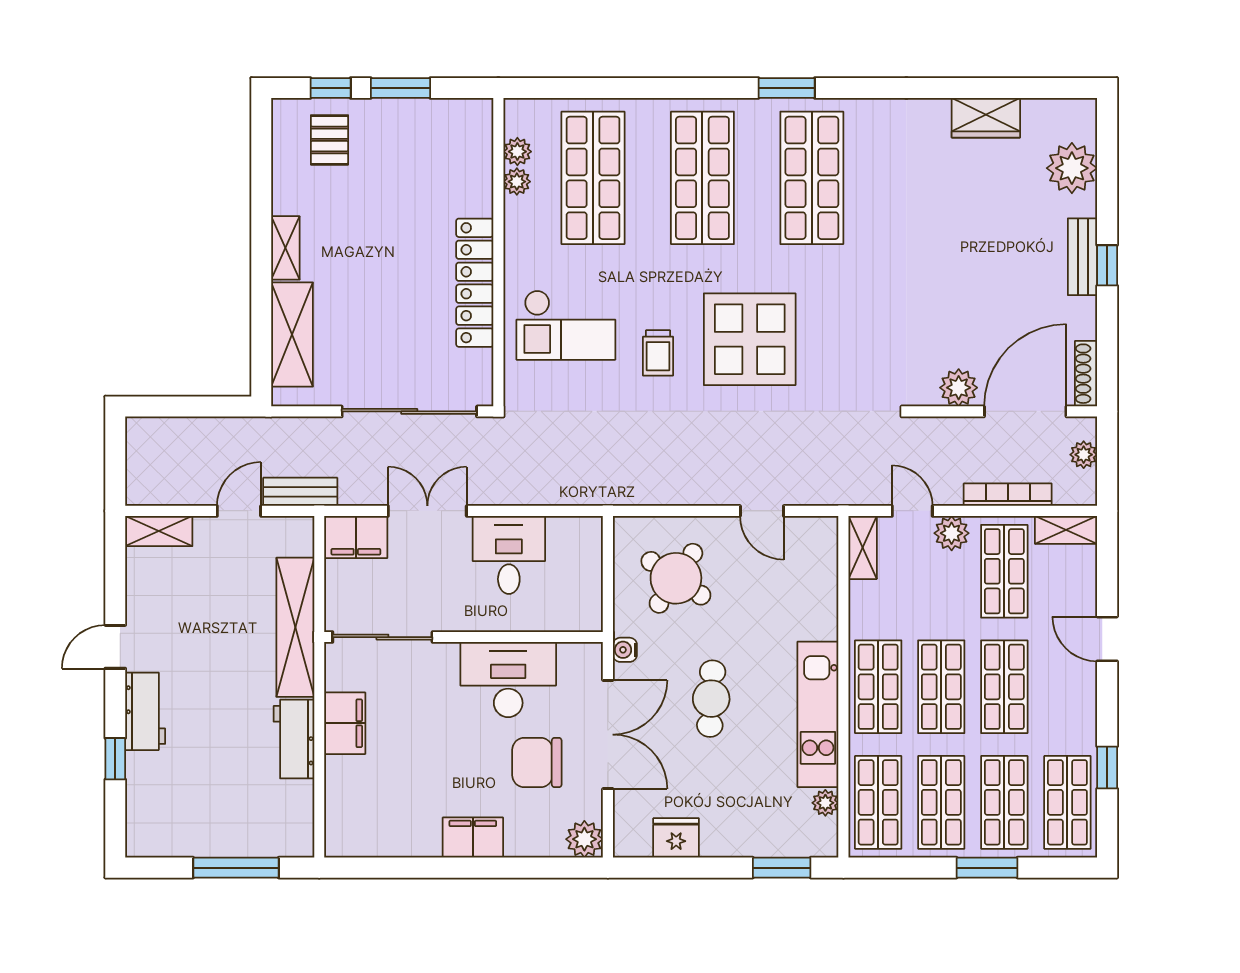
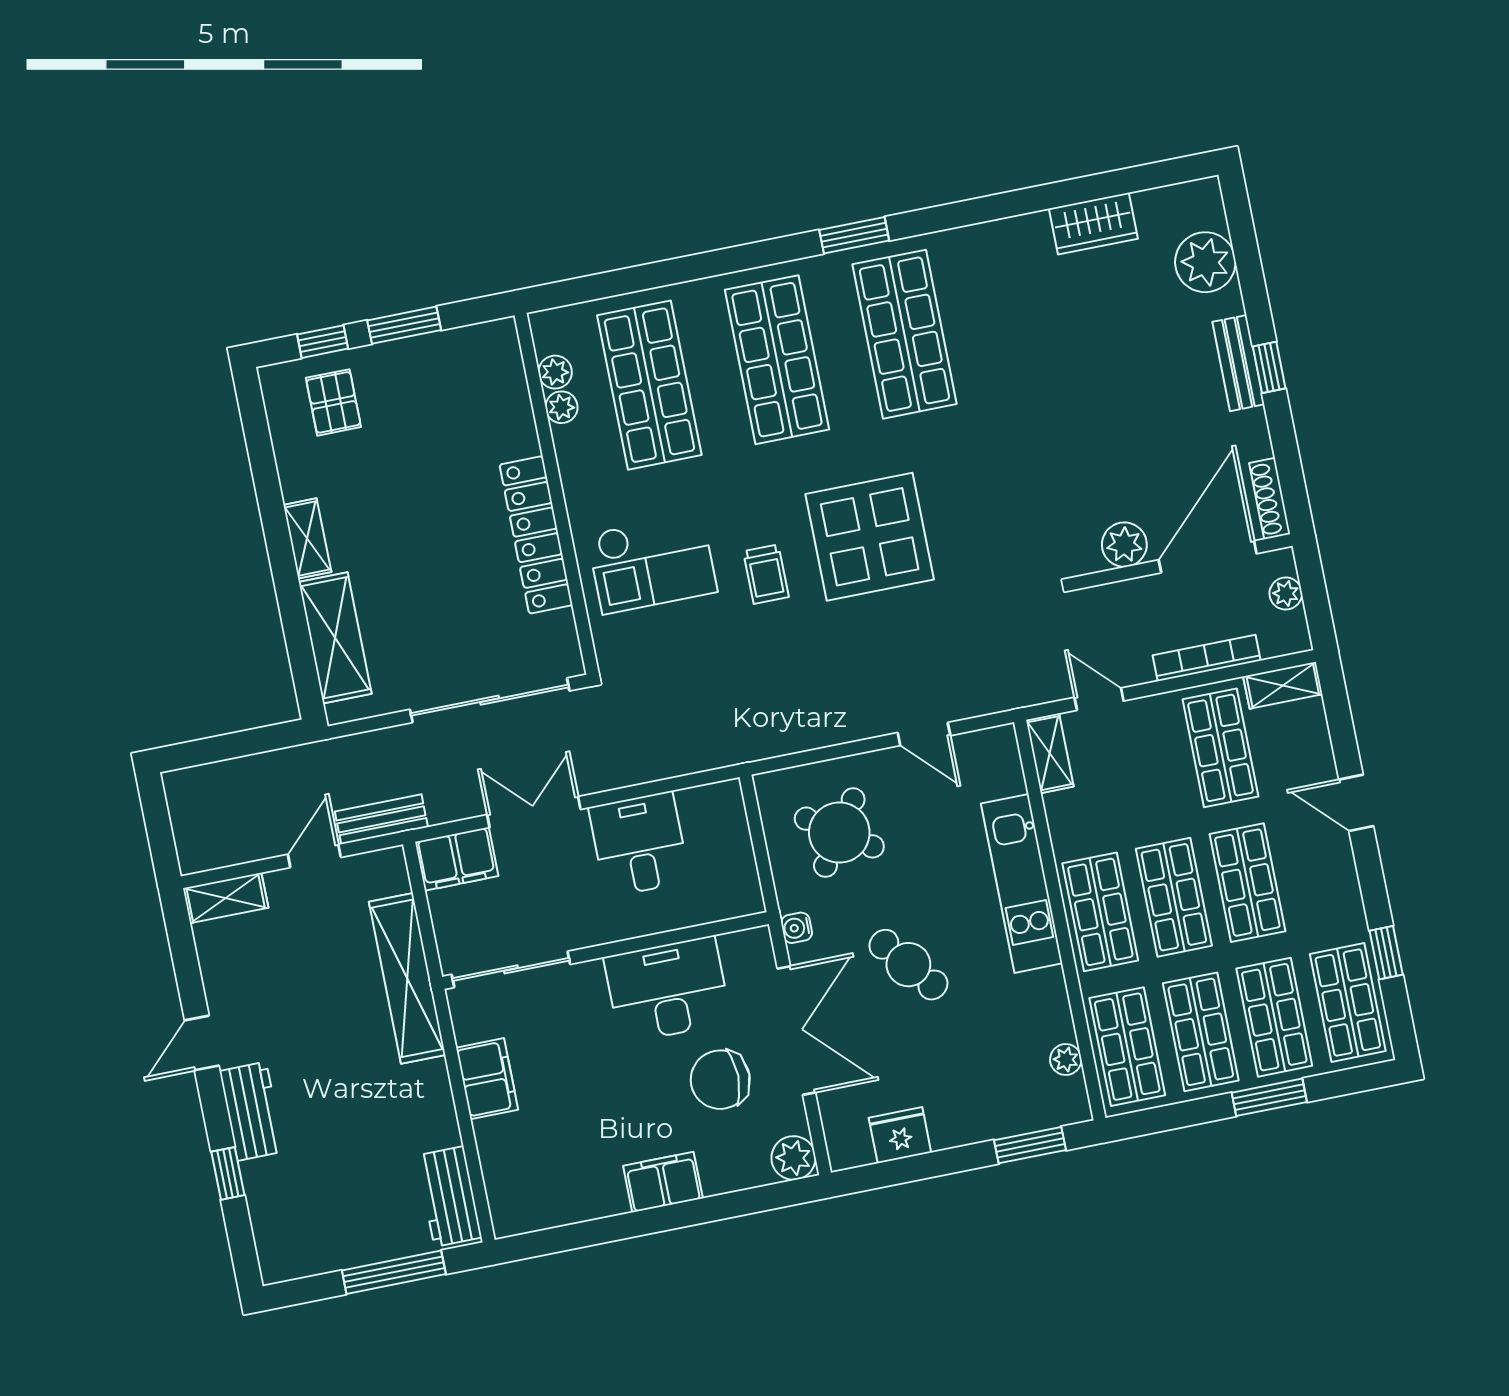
plant: (952, 533) -> (1150, 716), removed
cafe table: (711, 699) -> (908, 965), turned -42
kitchen unit: (818, 714) -> (1022, 883), moved
workbench: (294, 739) -> (449, 1196), moved

